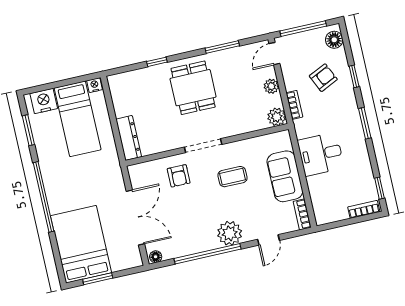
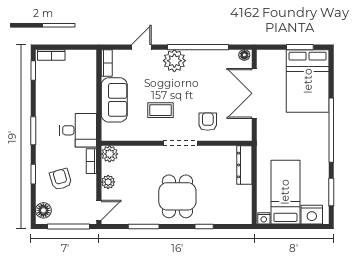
armchair: (323, 78) -> (61, 179), turned 99
desk: (321, 154) -> (78, 130), moved

